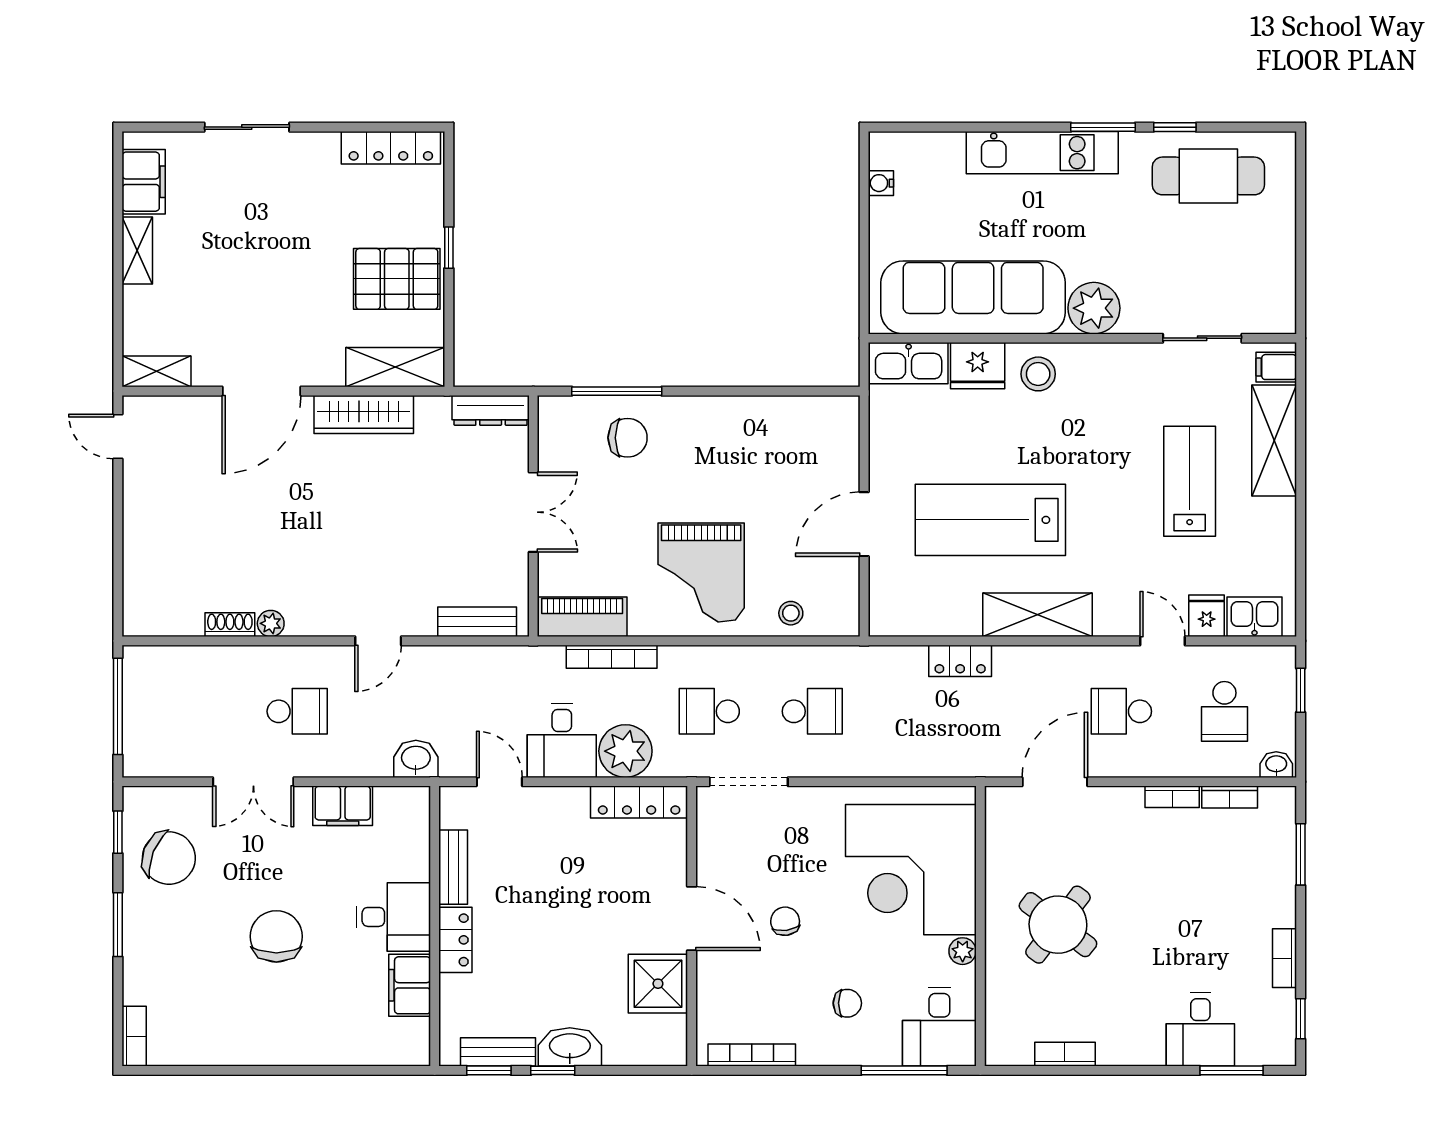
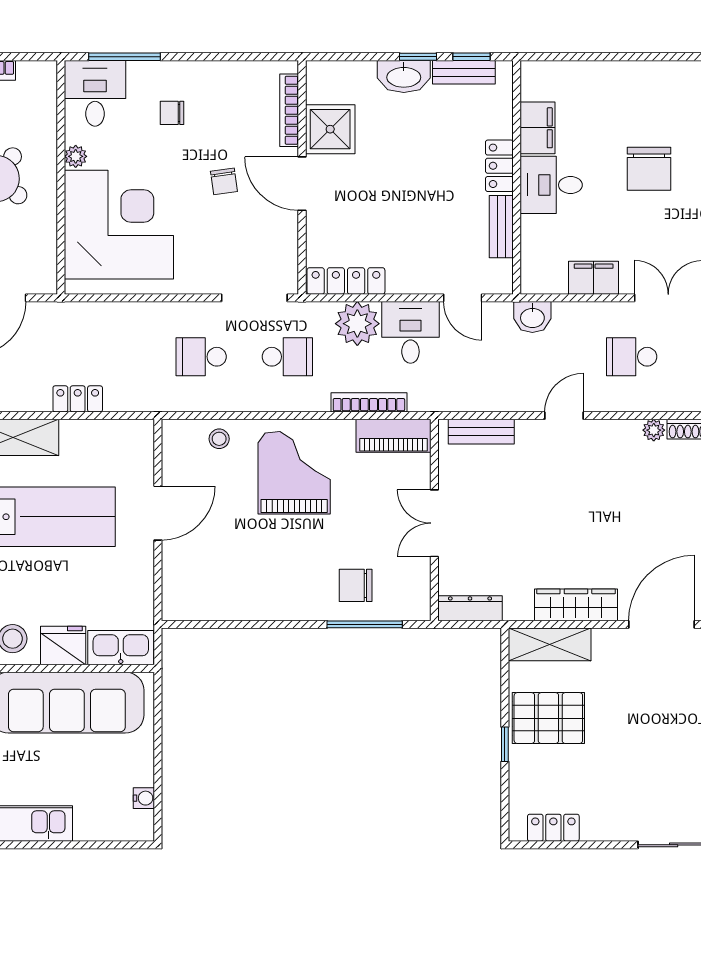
locker: (391, 148) -> (553, 828), width x0.66
bookcase: (752, 1055) -> (289, 110), moved, turned 90

